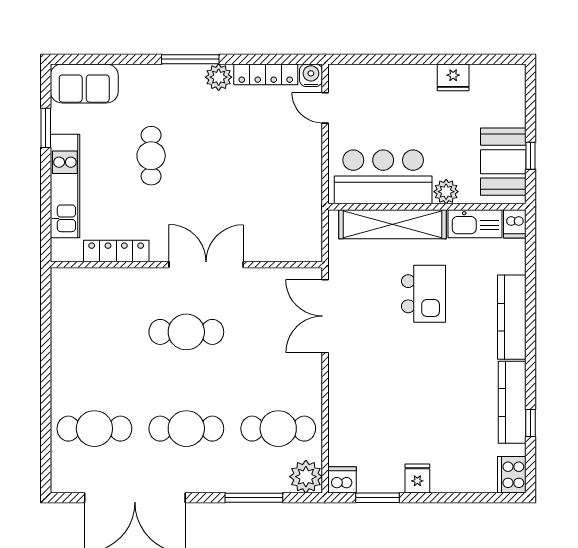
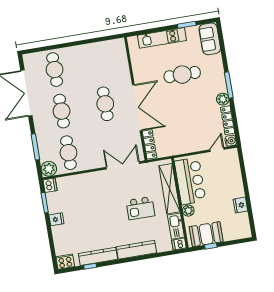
cafe table: (151, 156) -> (182, 75), width x1.37, depth x1.35
locker: (116, 251) -> (150, 144), moved
double door: (206, 265) -> (137, 108), width x1.36

